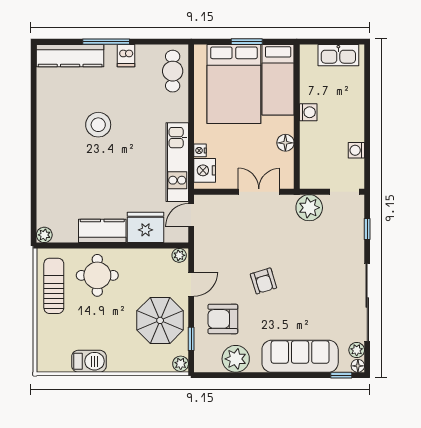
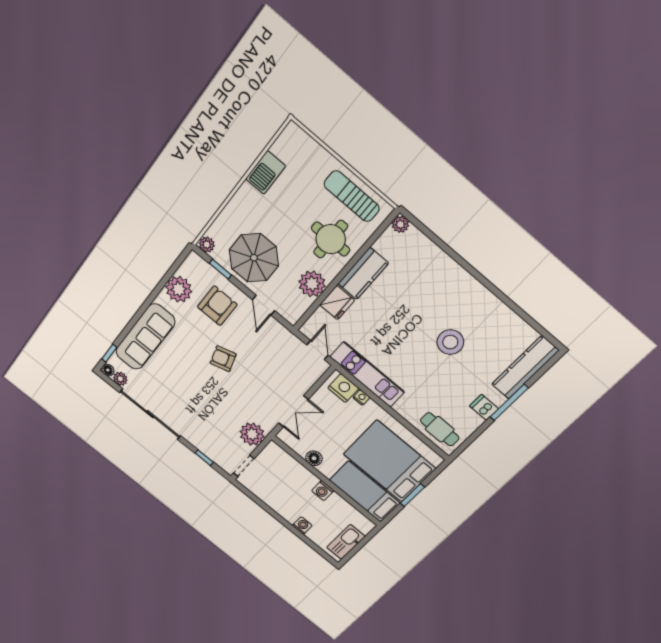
washing machine: (356, 150) -> (302, 526), moved
fridge: (145, 227) -> (337, 303), width x0.73, depth x0.75
plant: (179, 255) -> (312, 284), moved, width x1.88, depth x1.88
sun lounger: (54, 286) -> (352, 196), turned 180

